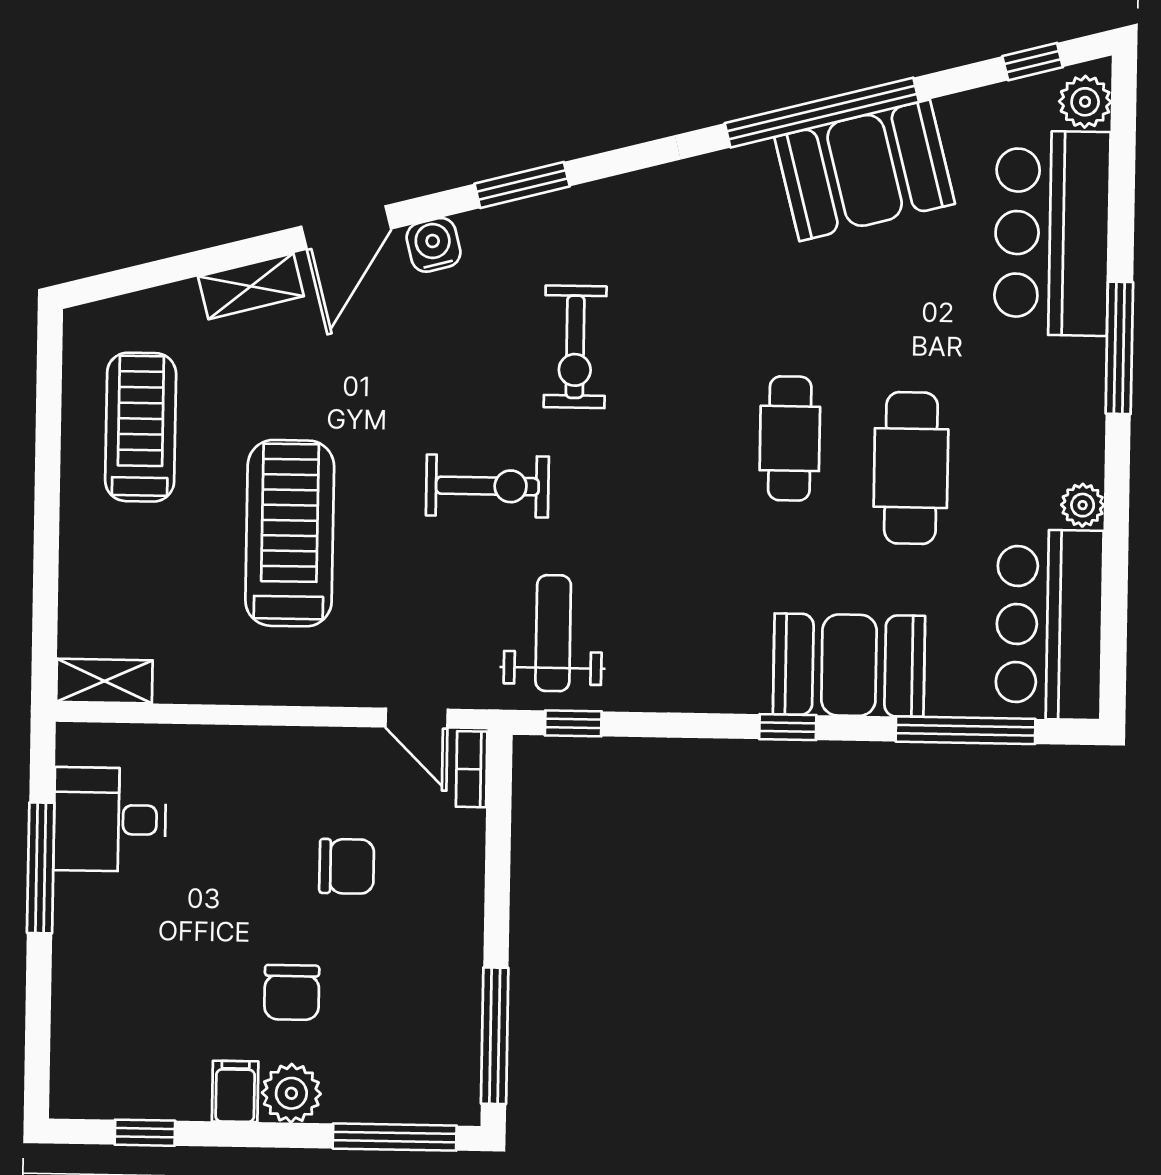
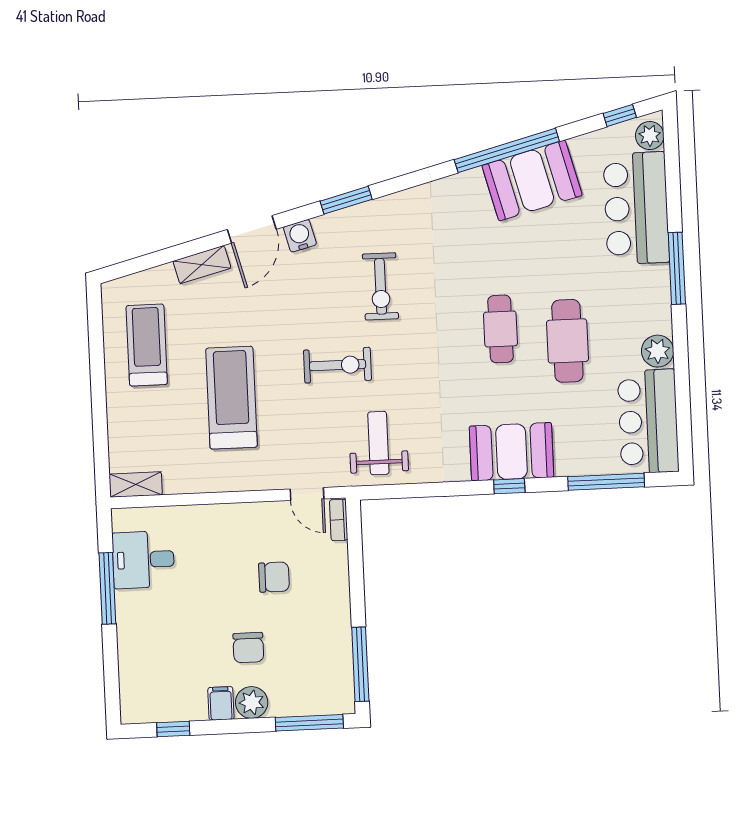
plant: (1083, 505) -> (658, 351), width x1.38, depth x1.38
booth: (849, 665) -> (511, 452), moved
window: (573, 723) -> (392, 491), removed

